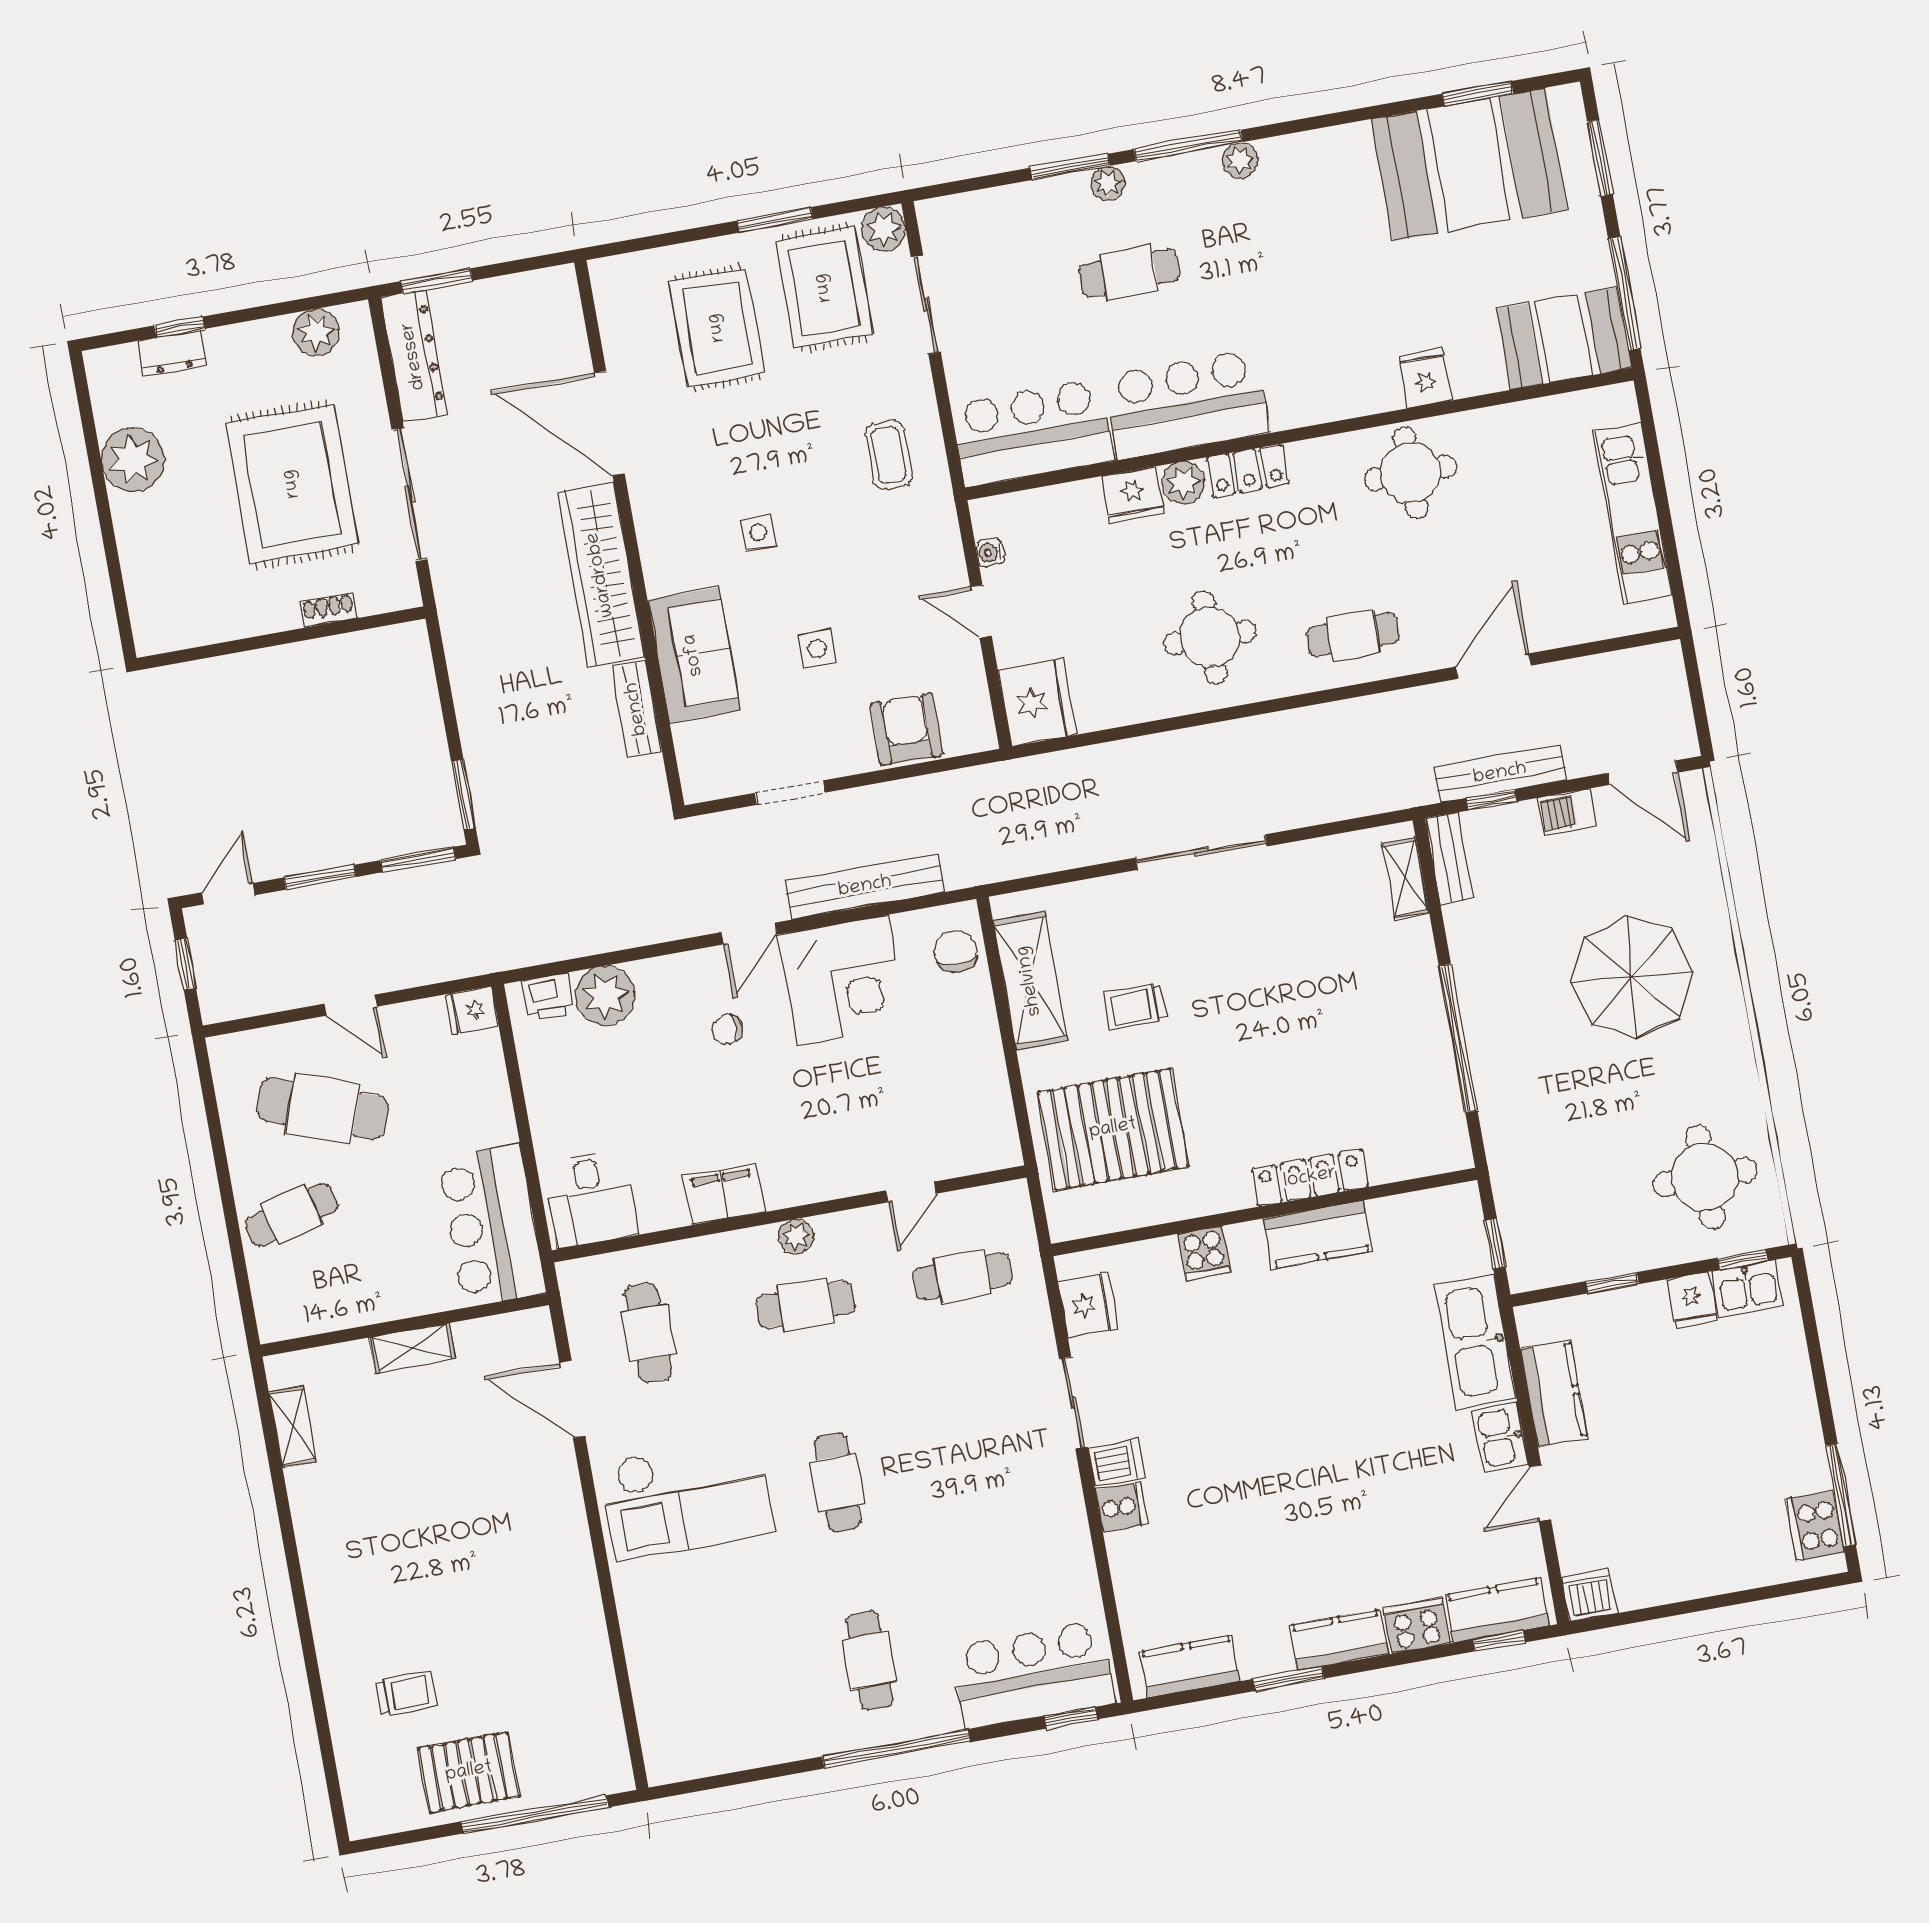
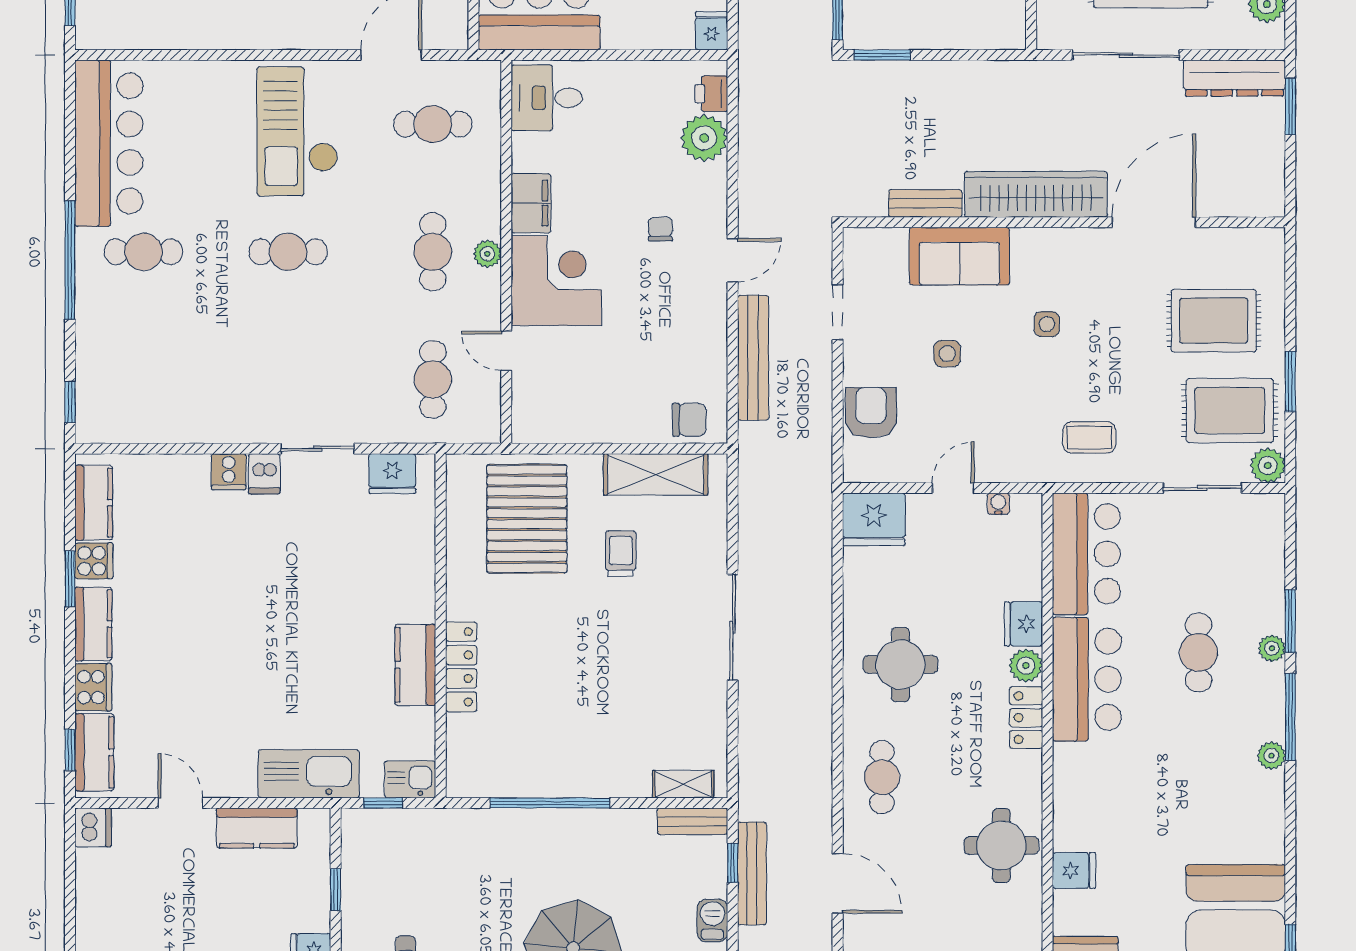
armchair: (906, 729) -> (871, 413), turned -90
door: (749, 933) -> (733, 260), swing flipped
corner desk: (843, 980) -> (556, 281), moved, turned 180
cooker: (1204, 1253) -> (94, 561), moved, turned 180
kitchen sink: (1500, 1437) -> (410, 779), moved
bar counter: (1033, 1675) -> (109, 143), moved, width x1.36

